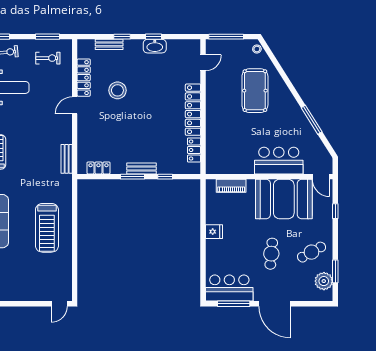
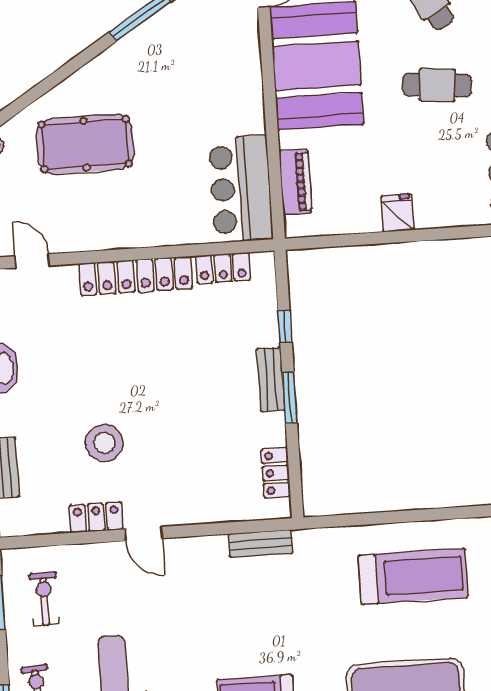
locker: (84, 78) -> (96, 517), width x0.66
bar counter: (279, 161) -> (241, 189), moved

